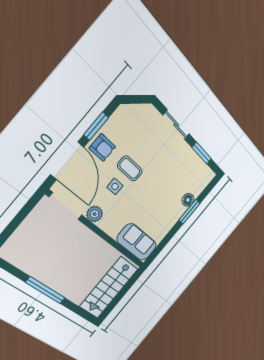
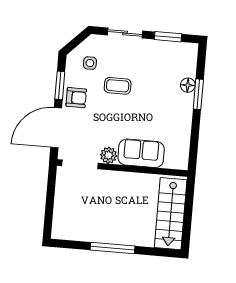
door: (67, 161) -> (56, 128), swing flipped
coffee table: (130, 168) -> (118, 86), moved
side table: (115, 186) -> (90, 63), moved
sofa: (137, 242) -> (141, 153), moved

